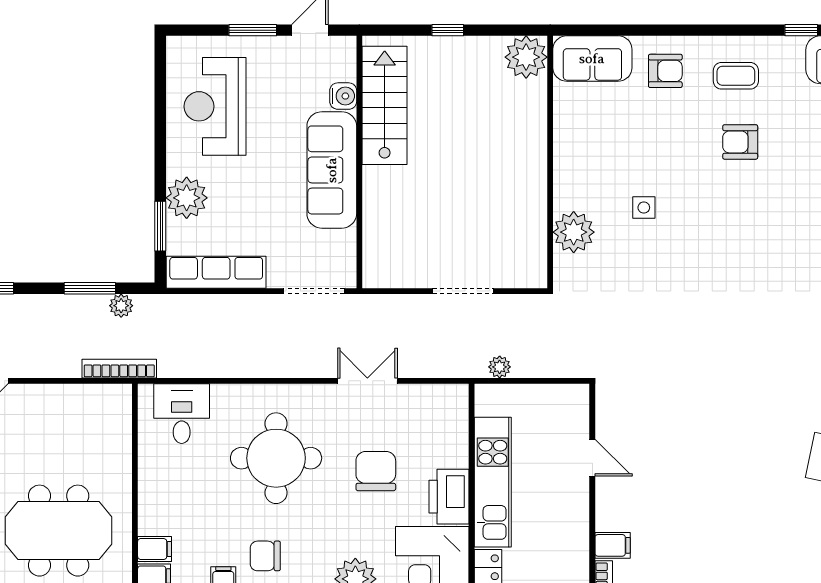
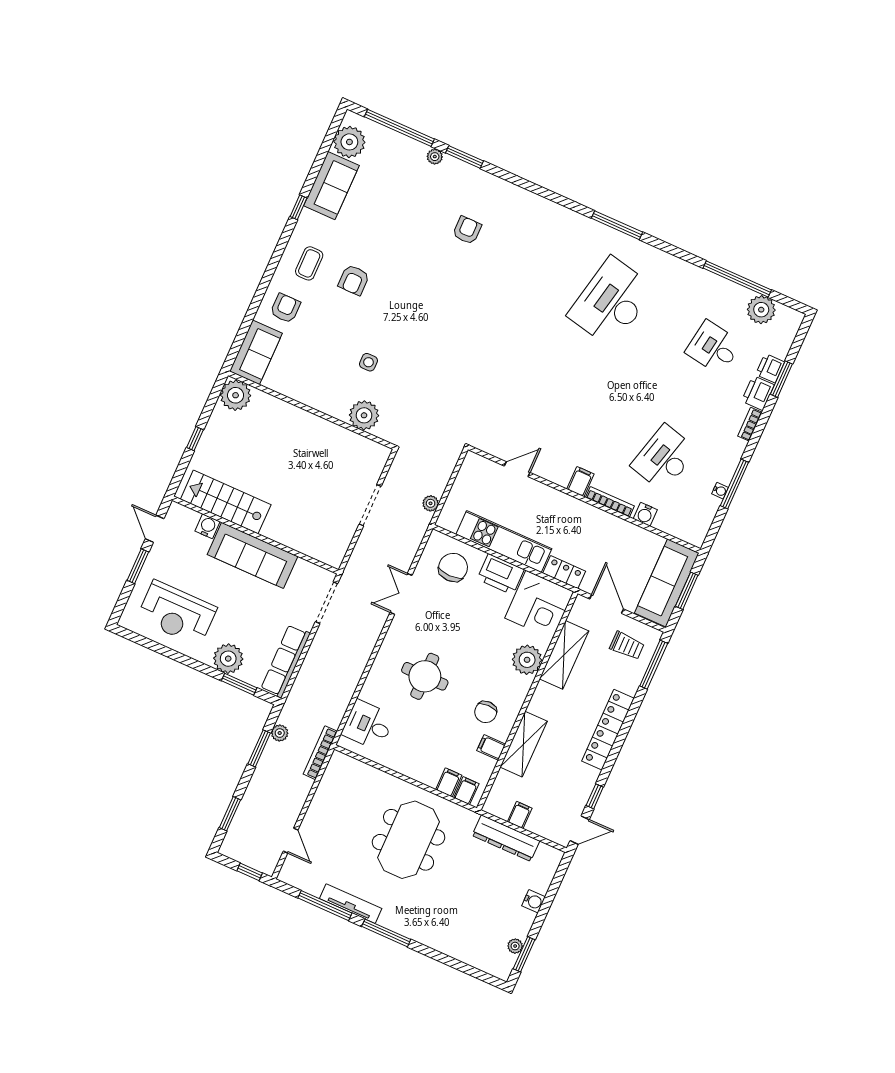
round table: (276, 458) -> (425, 676), width x0.73, depth x0.73
chair: (376, 471) -> (453, 567), moved, turned 90

